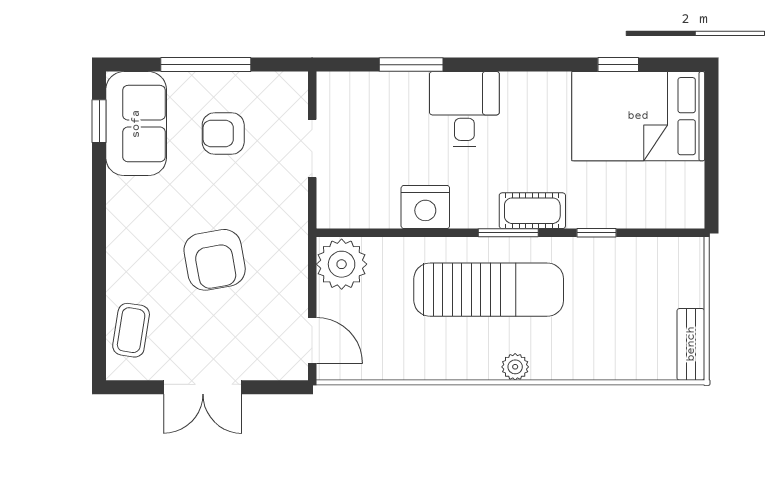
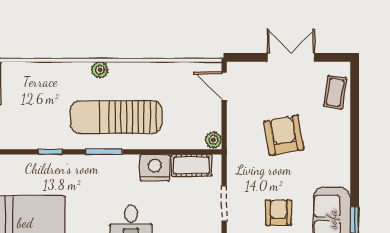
armchair: (223, 134) -> (279, 213), turned -90
cot: (532, 211) -> (192, 165), moved
plant: (342, 264) -> (213, 140), width x0.53, depth x0.53

